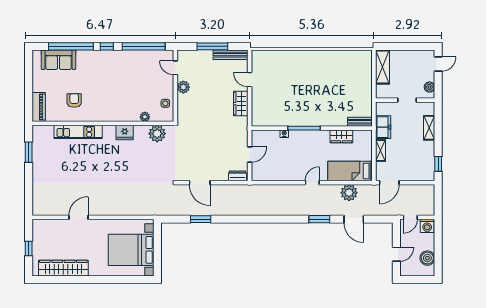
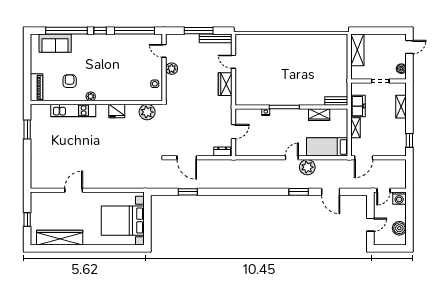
plant: (145, 117) -> (91, 96), moved
plant: (349, 193) -> (307, 167), moved

